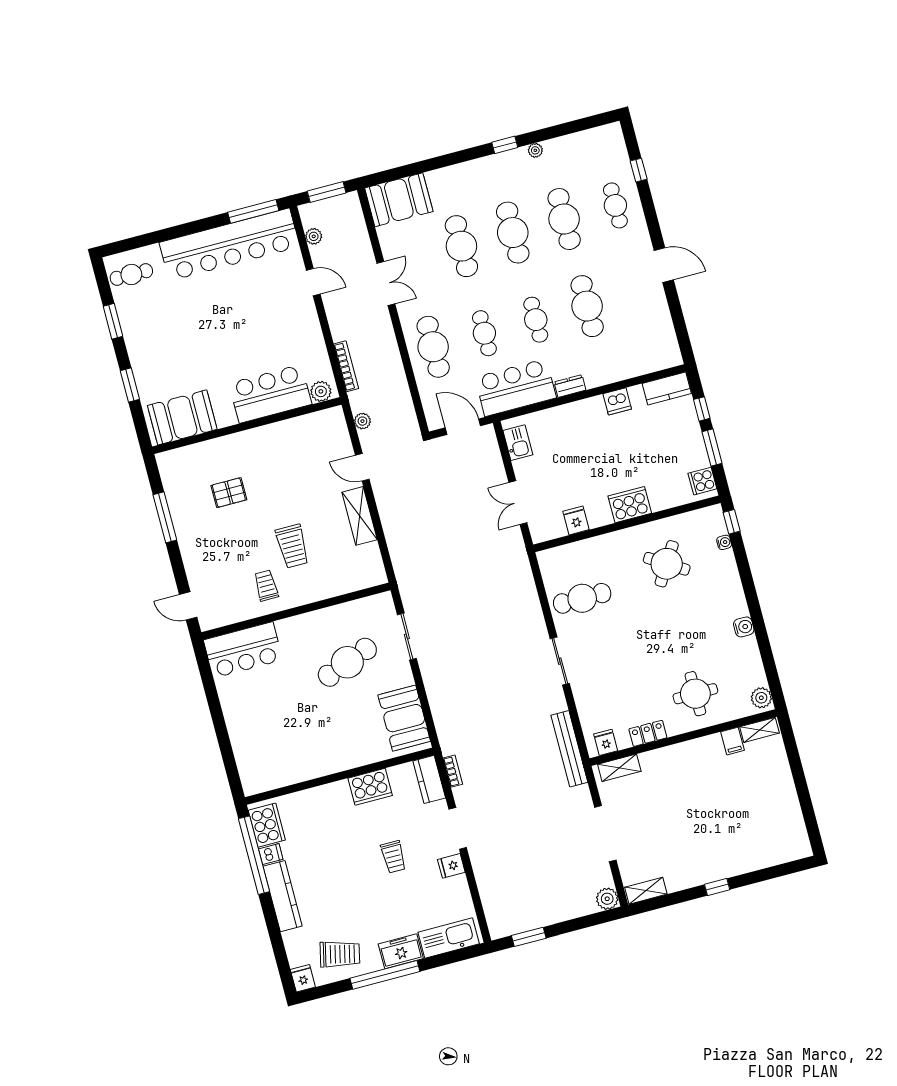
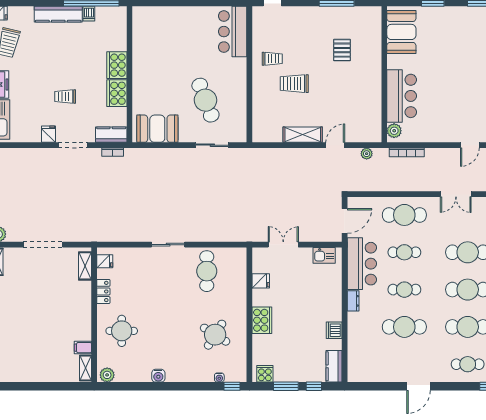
bench: (569, 749) -> (107, 235), removed
cooker: (267, 825) -> (117, 65), moved, turned 90

